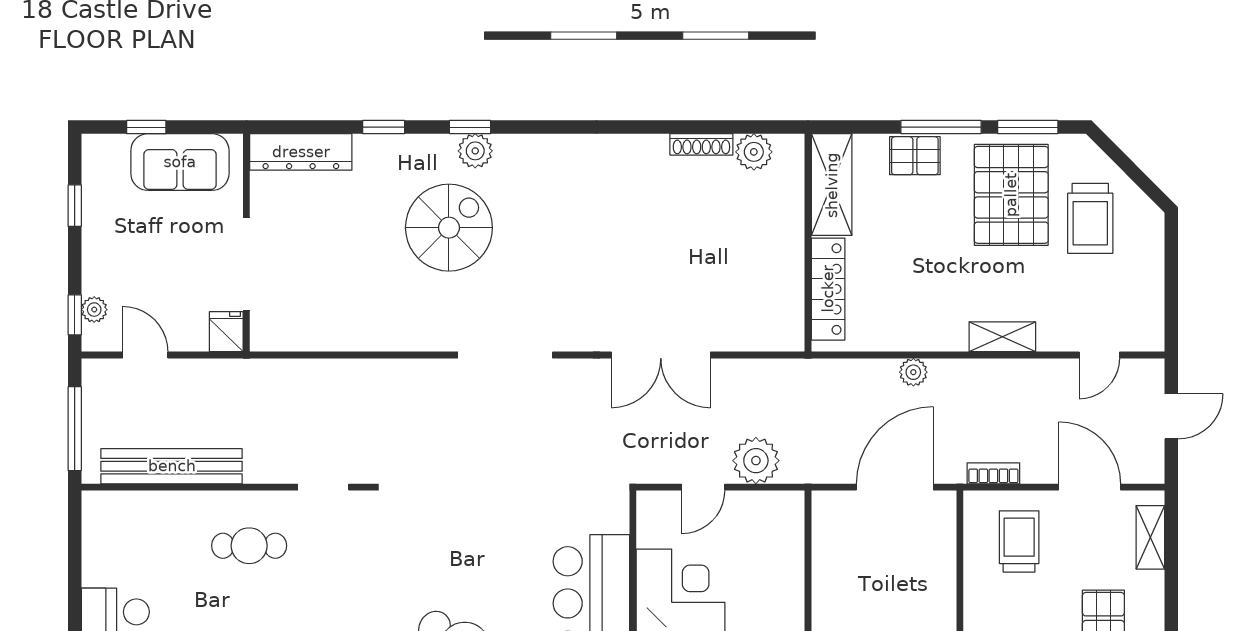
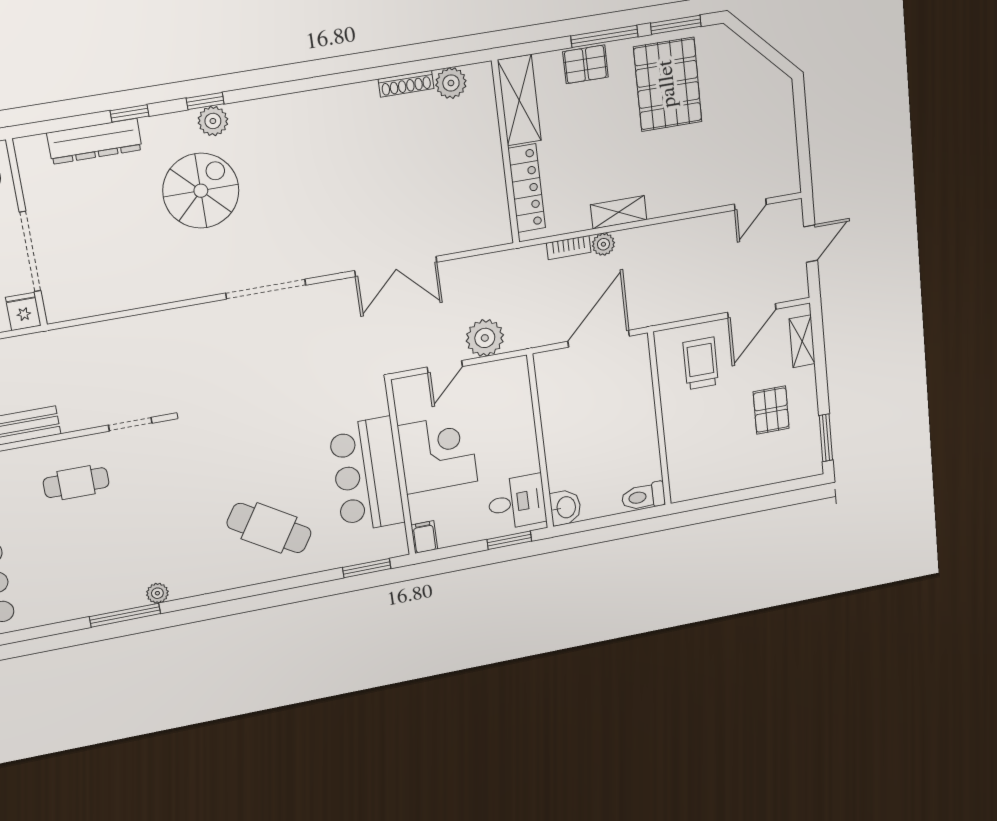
dresser: (301, 152) -> (95, 141), moved
trolley: (1090, 218) -> (733, 93), removed
shelving: (1002, 337) -> (619, 212), moved
bookcase: (993, 473) -> (569, 248), moved, turned 180
door: (1090, 487) -> (752, 311), swing flipped

